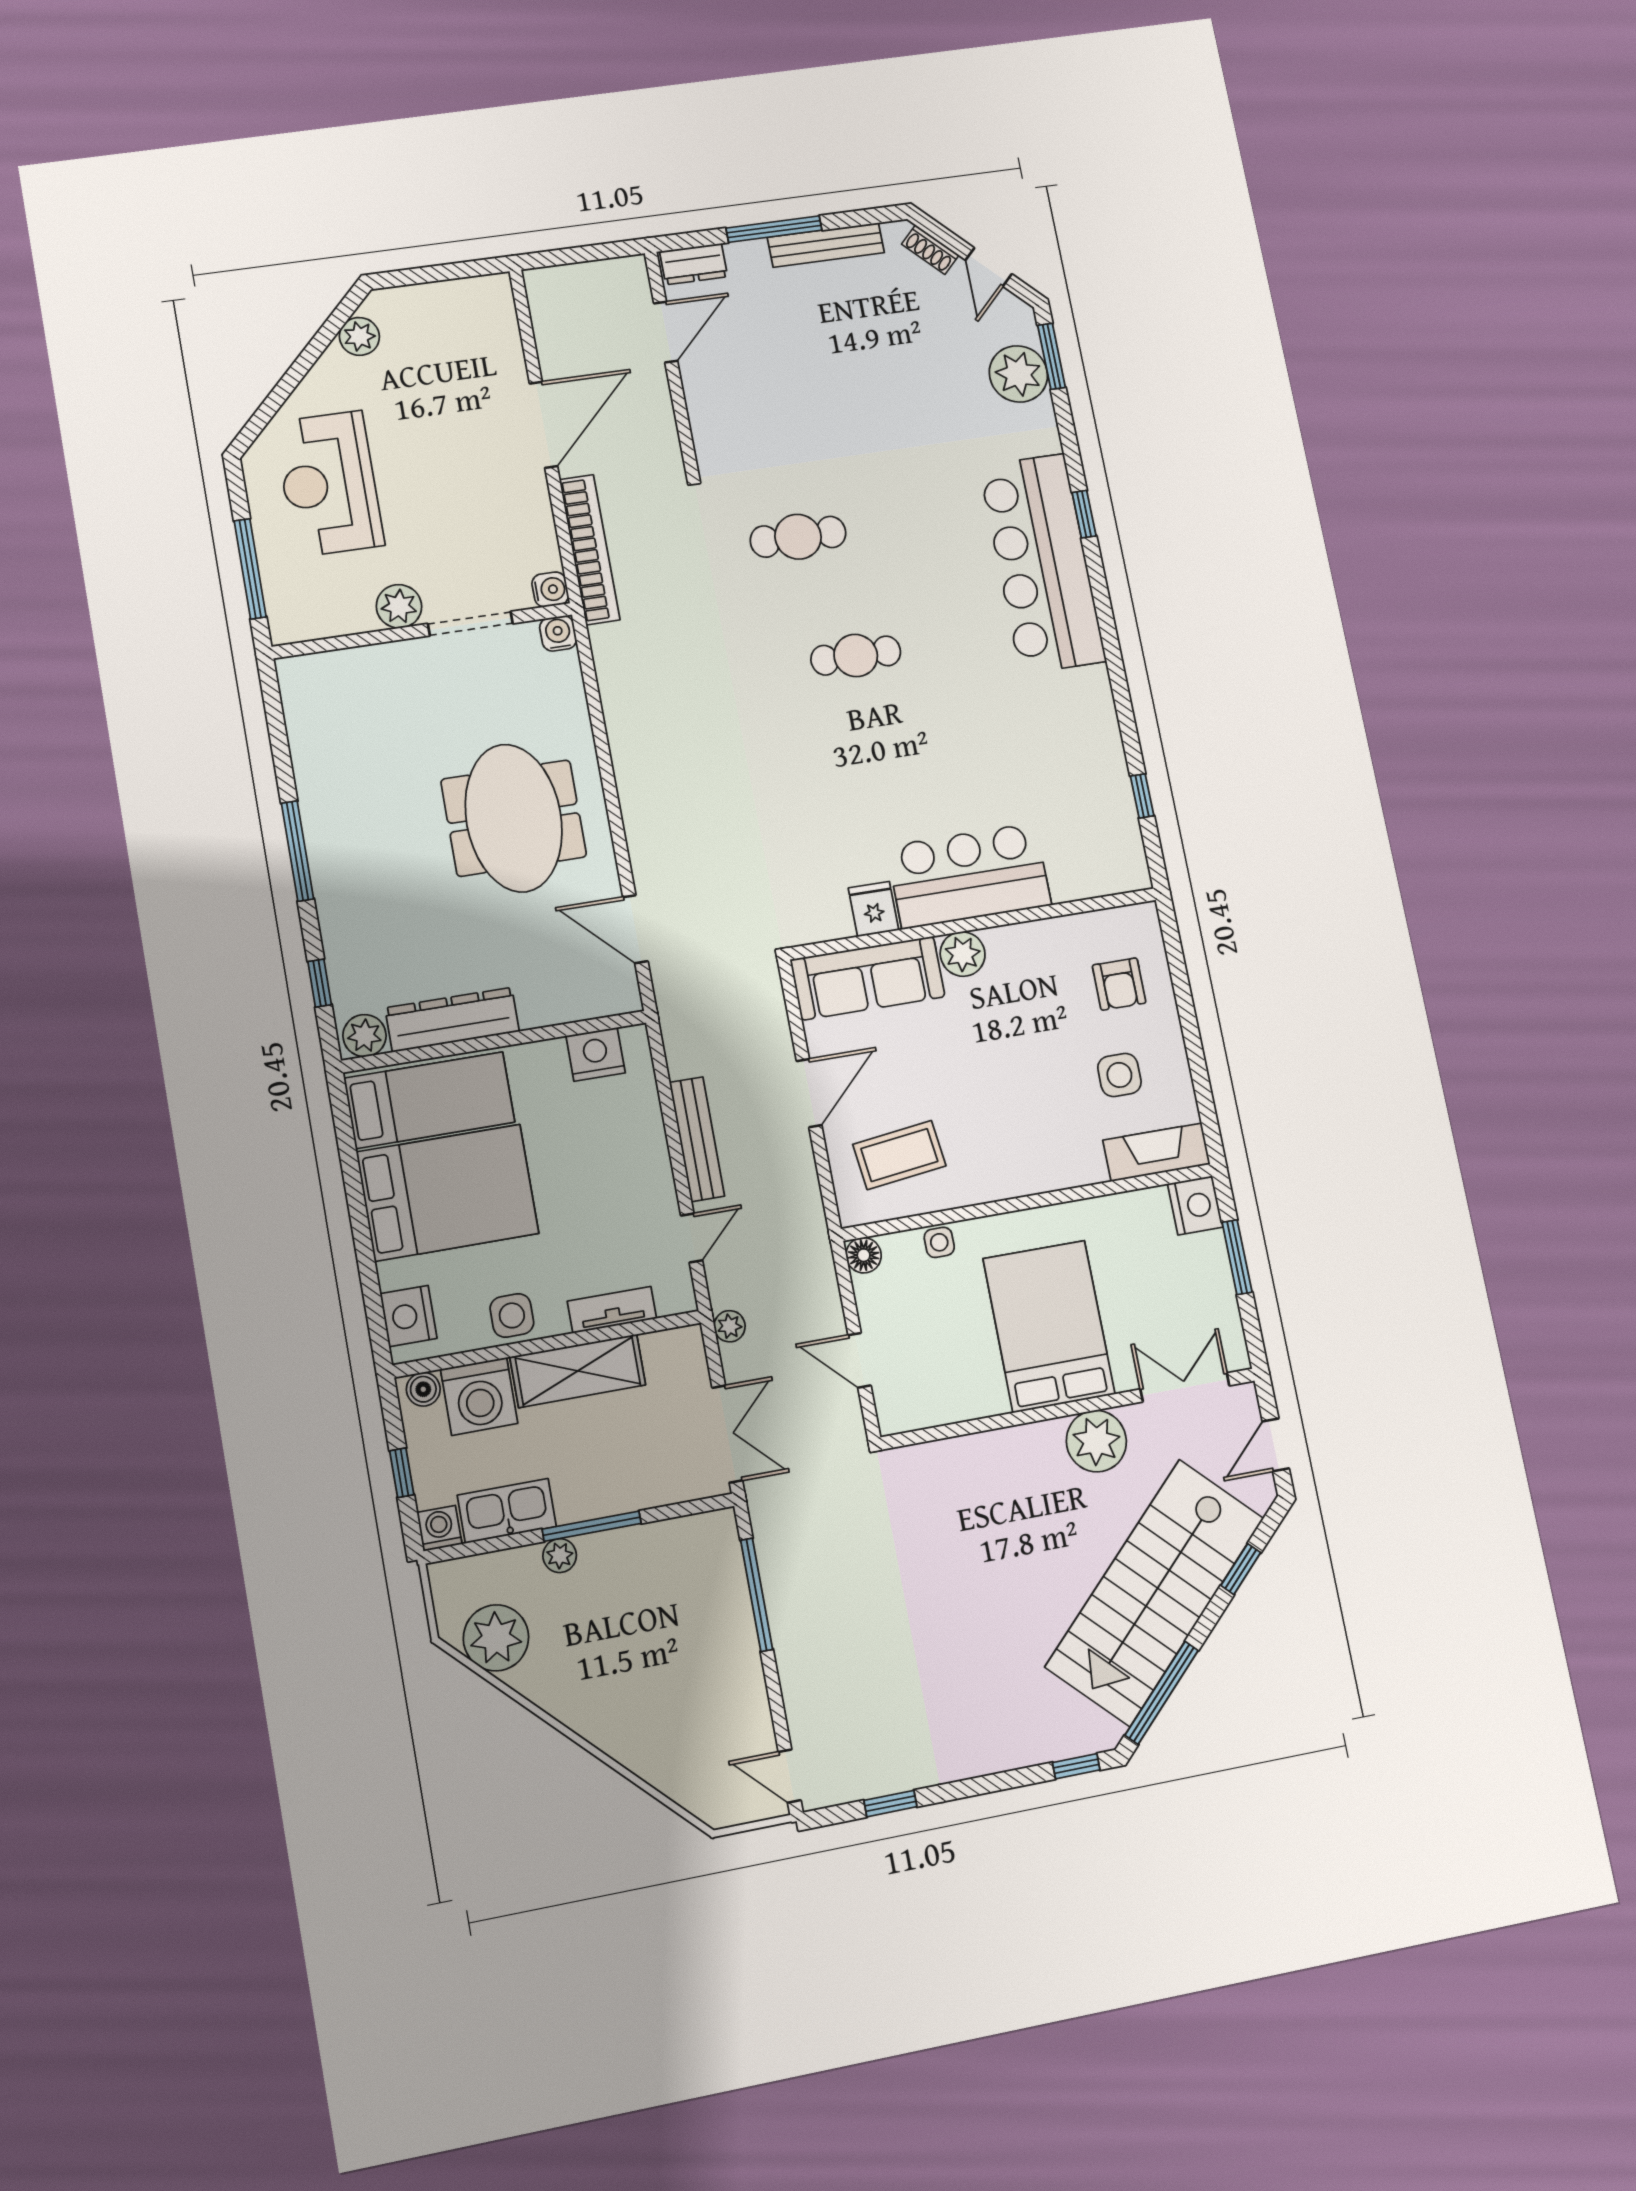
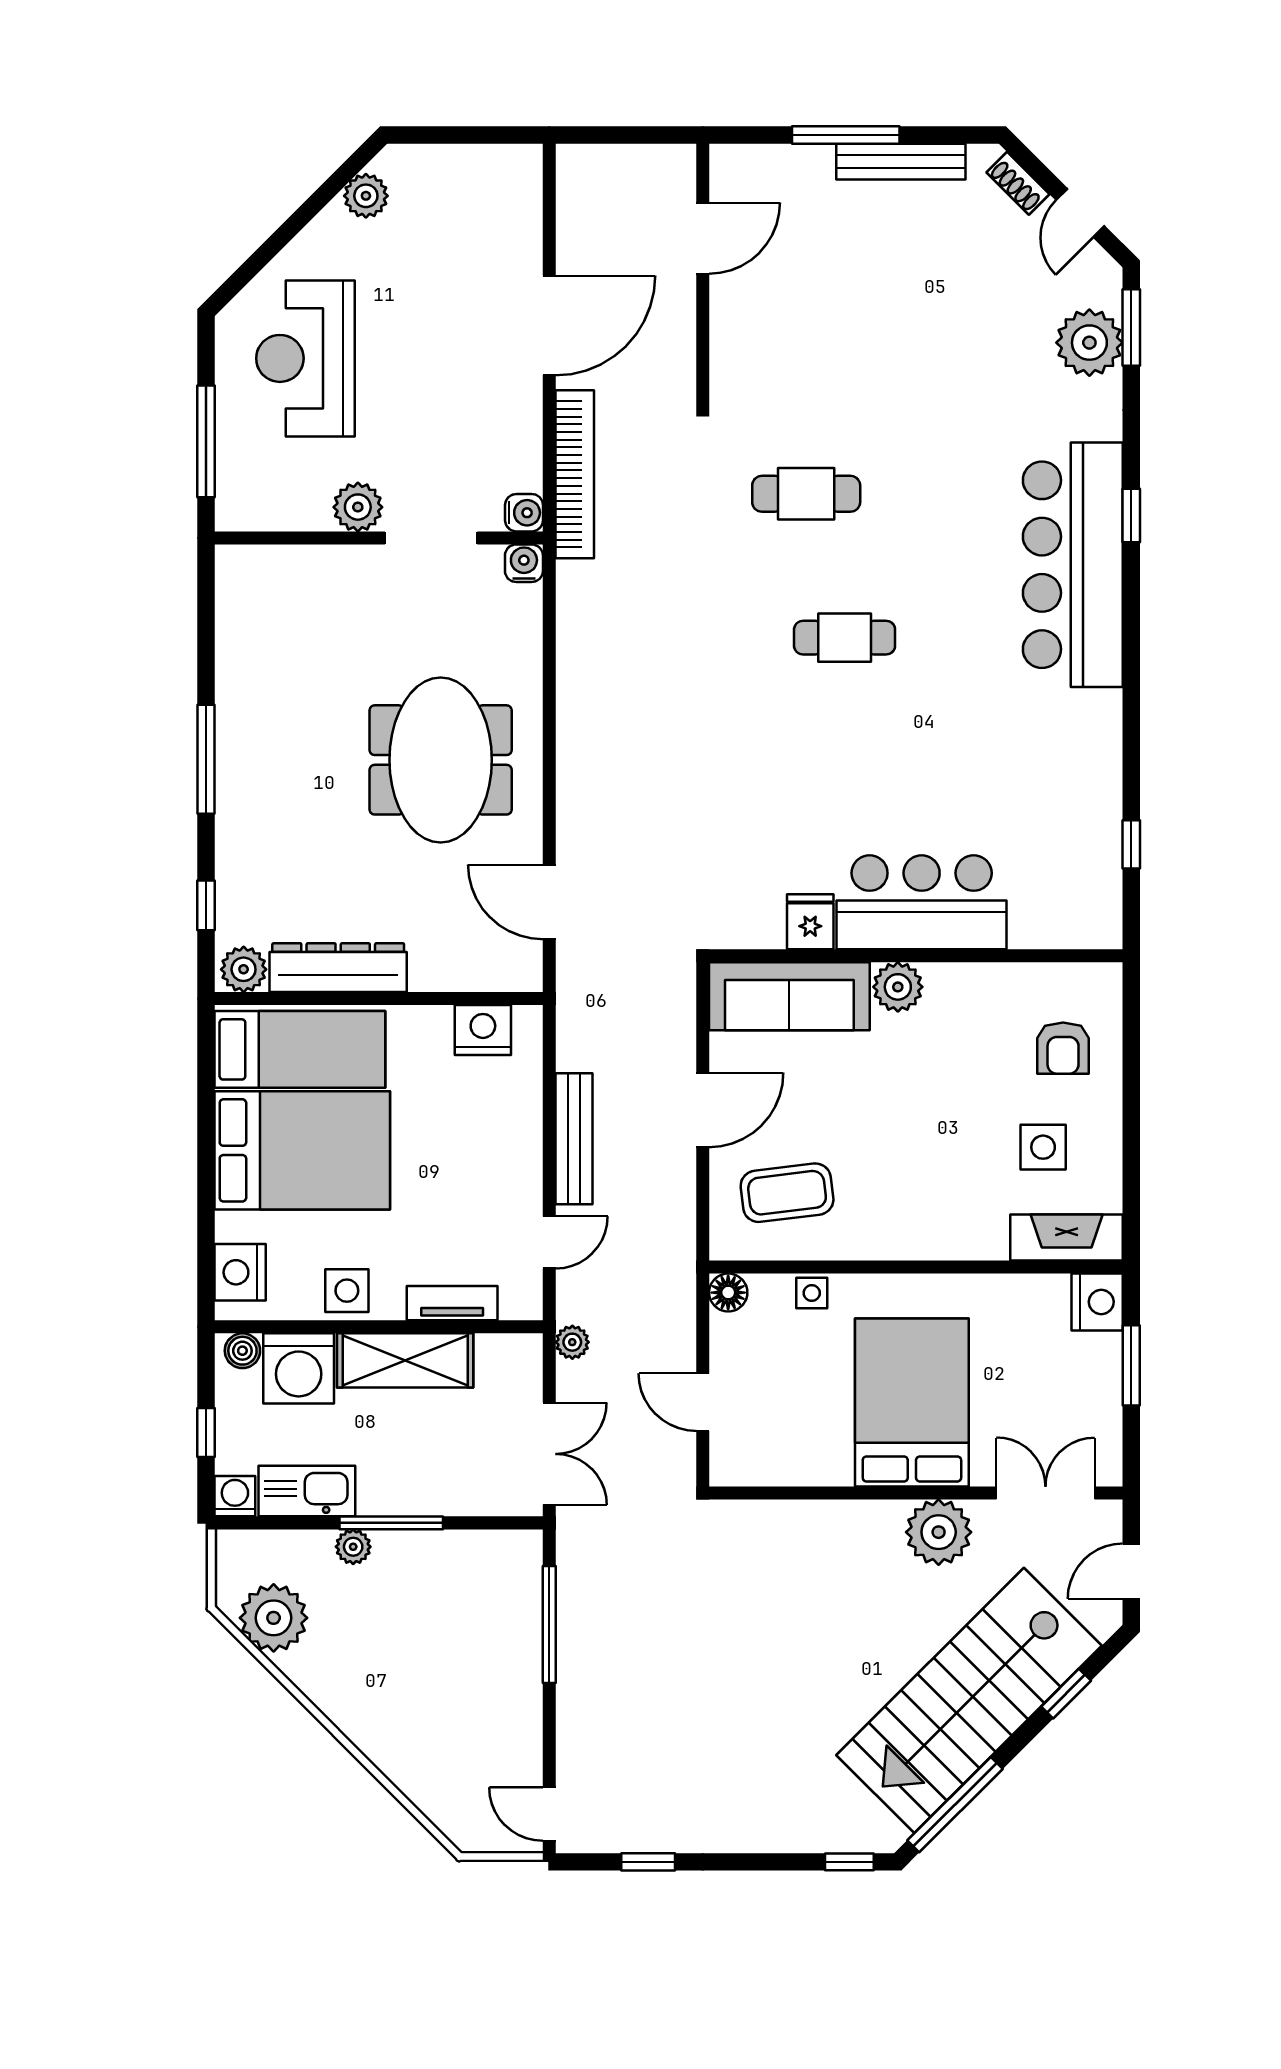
dresser: (694, 264) -> (748, 163), removed

